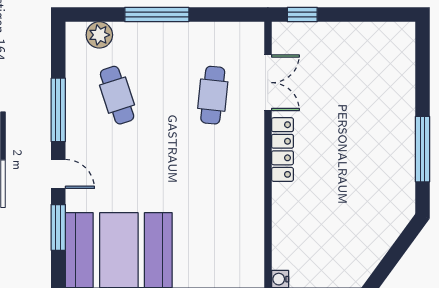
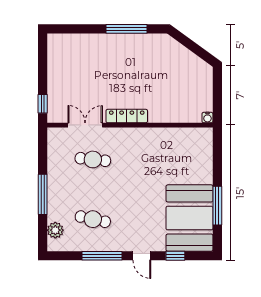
cafe table: (117, 95) -> (93, 219), turned 30
door: (58, 174) -> (142, 256), swing flipped
window: (58, 227) -> (175, 256), width x0.67

